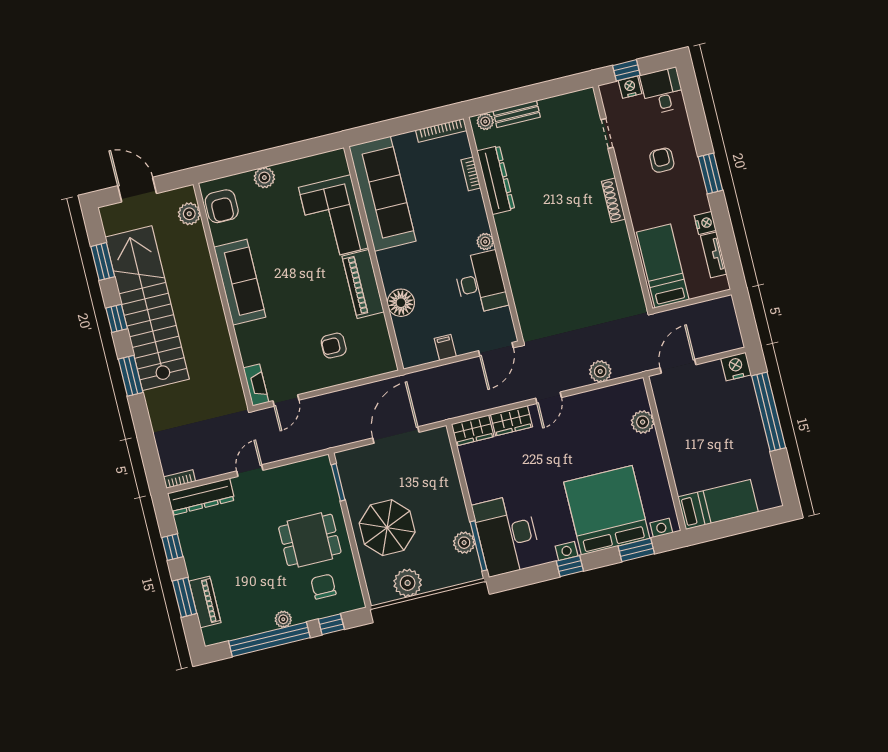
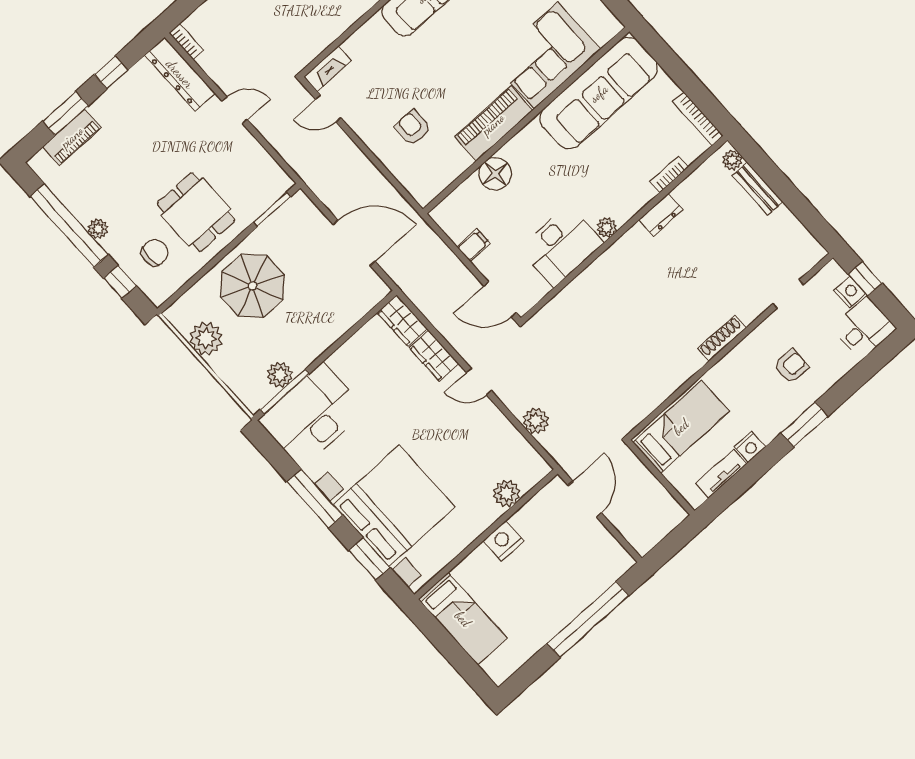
dresser: (496, 180) -> (661, 215), width x0.51, depth x0.80
door: (678, 366) -> (585, 499), hinge flipped
nightstand: (736, 367) -> (503, 541), moved, turned -90
window: (570, 566) -> (315, 499), width x2.17

